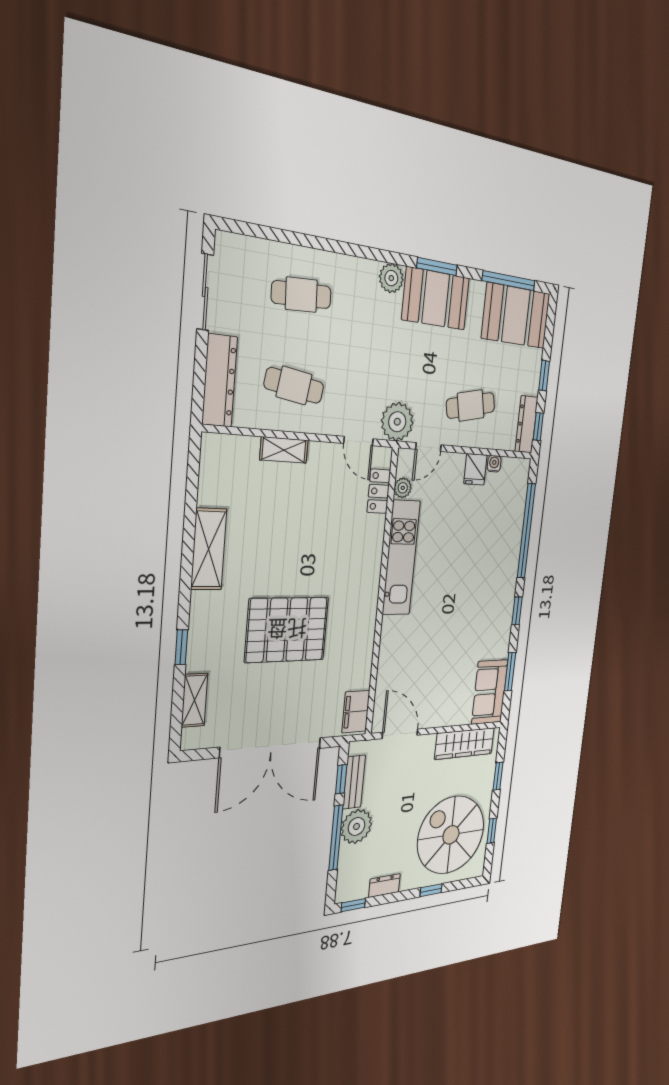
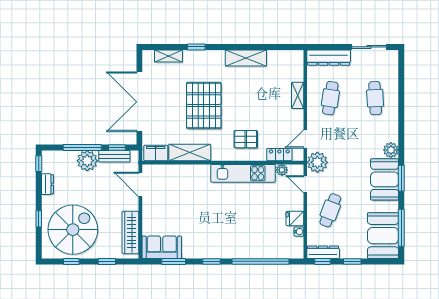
cafe table: (471, 405) -> (330, 210), turned 33
pallet: (349, 552) -> (246, 139), added
shelving: (361, 653) -> (190, 153), added
door: (400, 734) -> (140, 185), swing flipped

